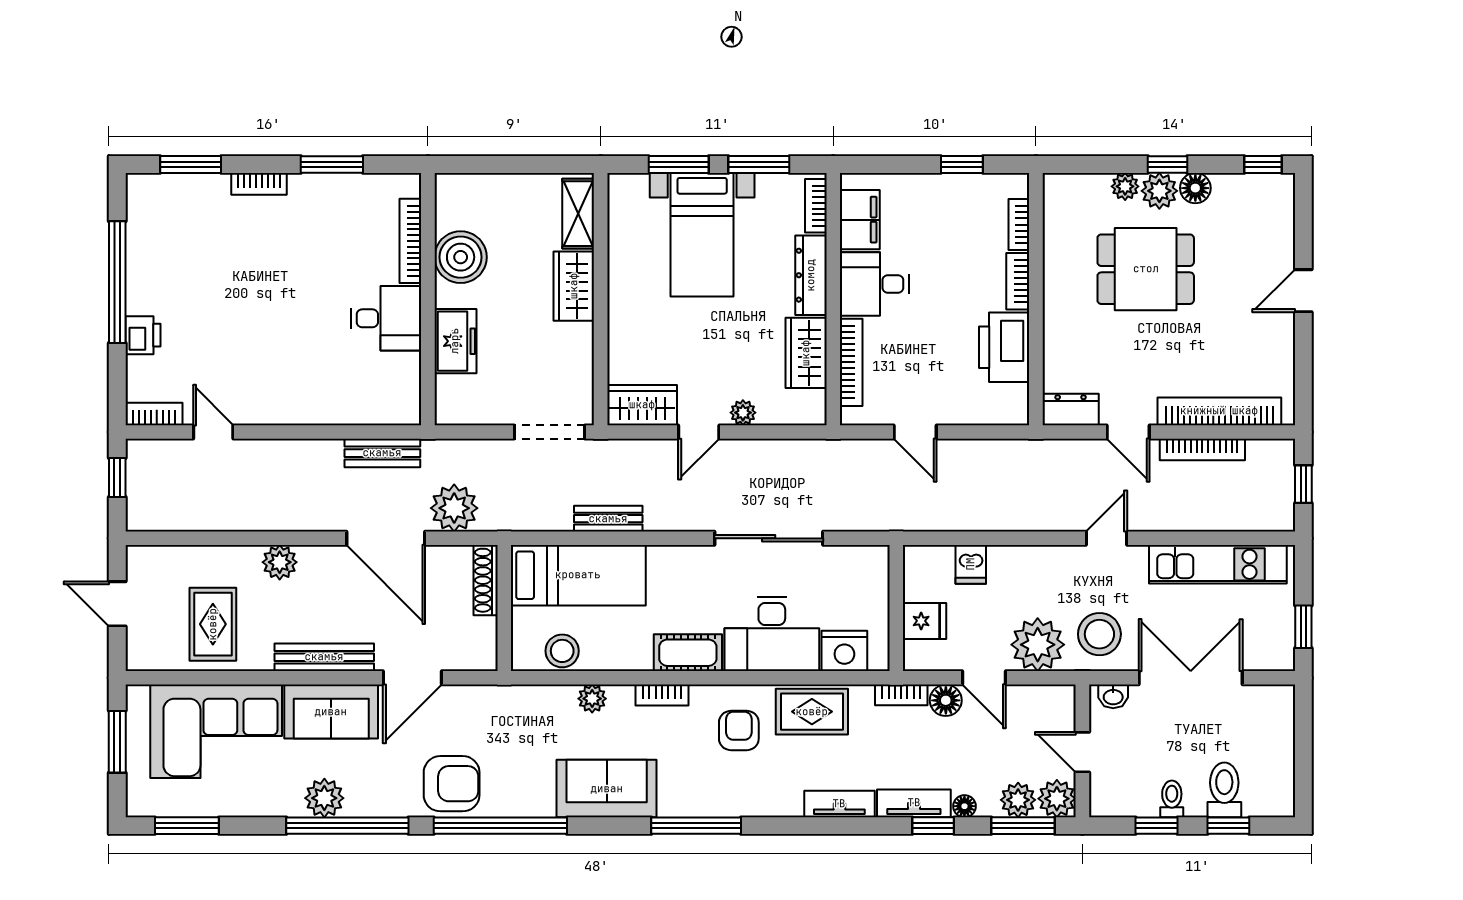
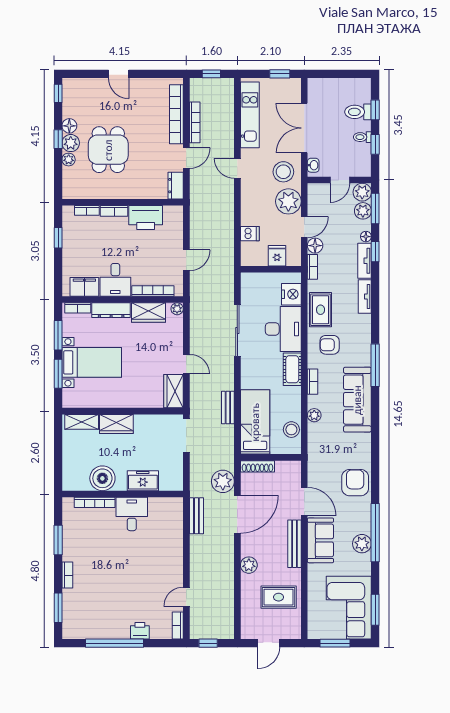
plant: (743, 413) -> (177, 309), moved
corner sofa: (216, 731) -> (349, 608), moved, turned 180
sofa: (607, 789) -> (357, 400), width x1.36
window: (500, 826) -> (375, 459), removed

